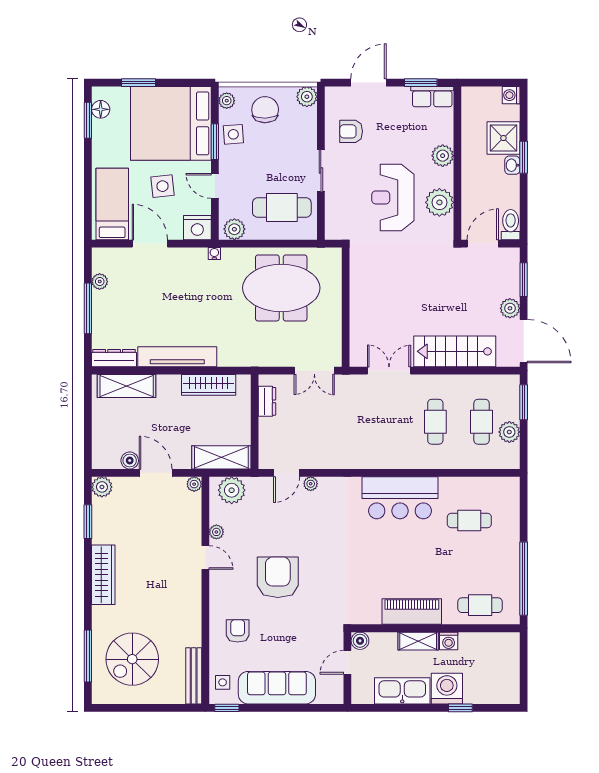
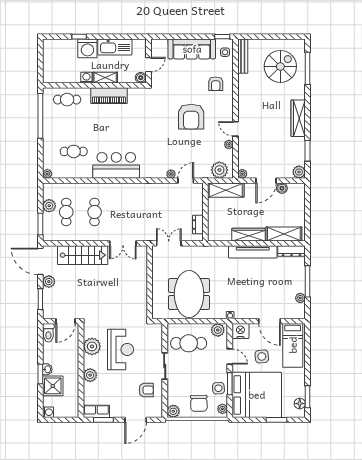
meeting table: (281, 288) -> (189, 294), turned 90
wardrobe: (209, 385) -> (249, 235), moved
door: (156, 473) -> (266, 181), hinge flipped
plant: (512, 484) -> (47, 174), added

